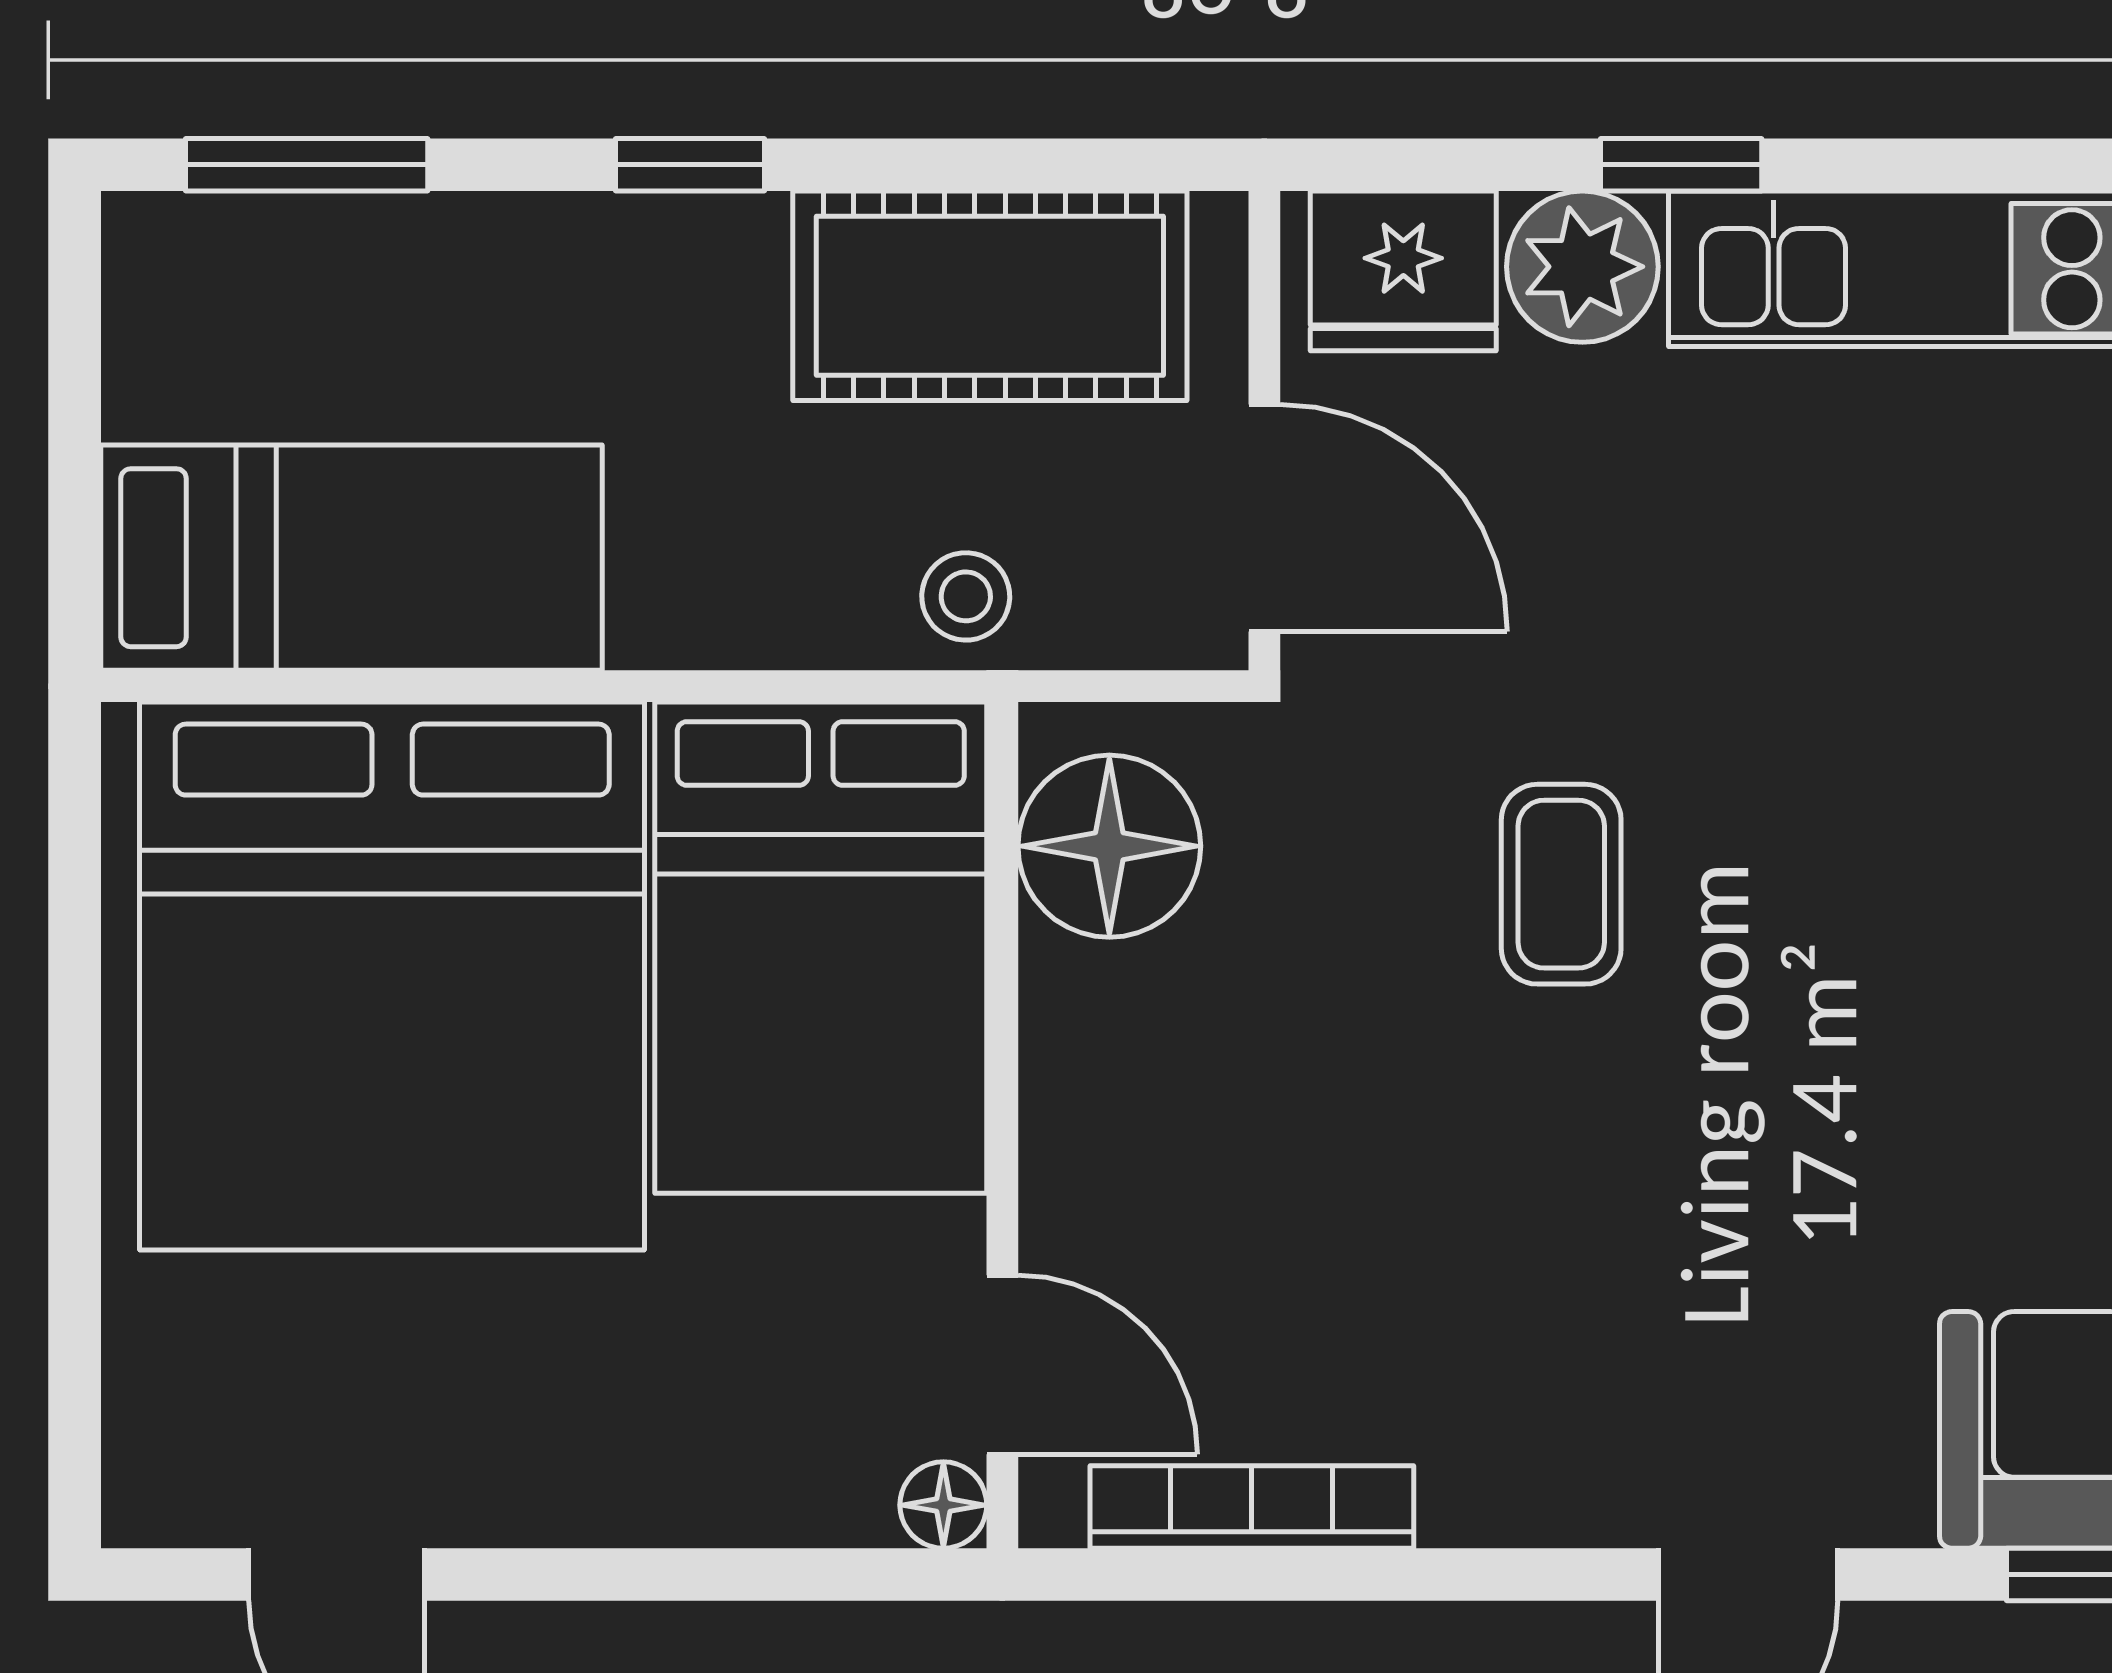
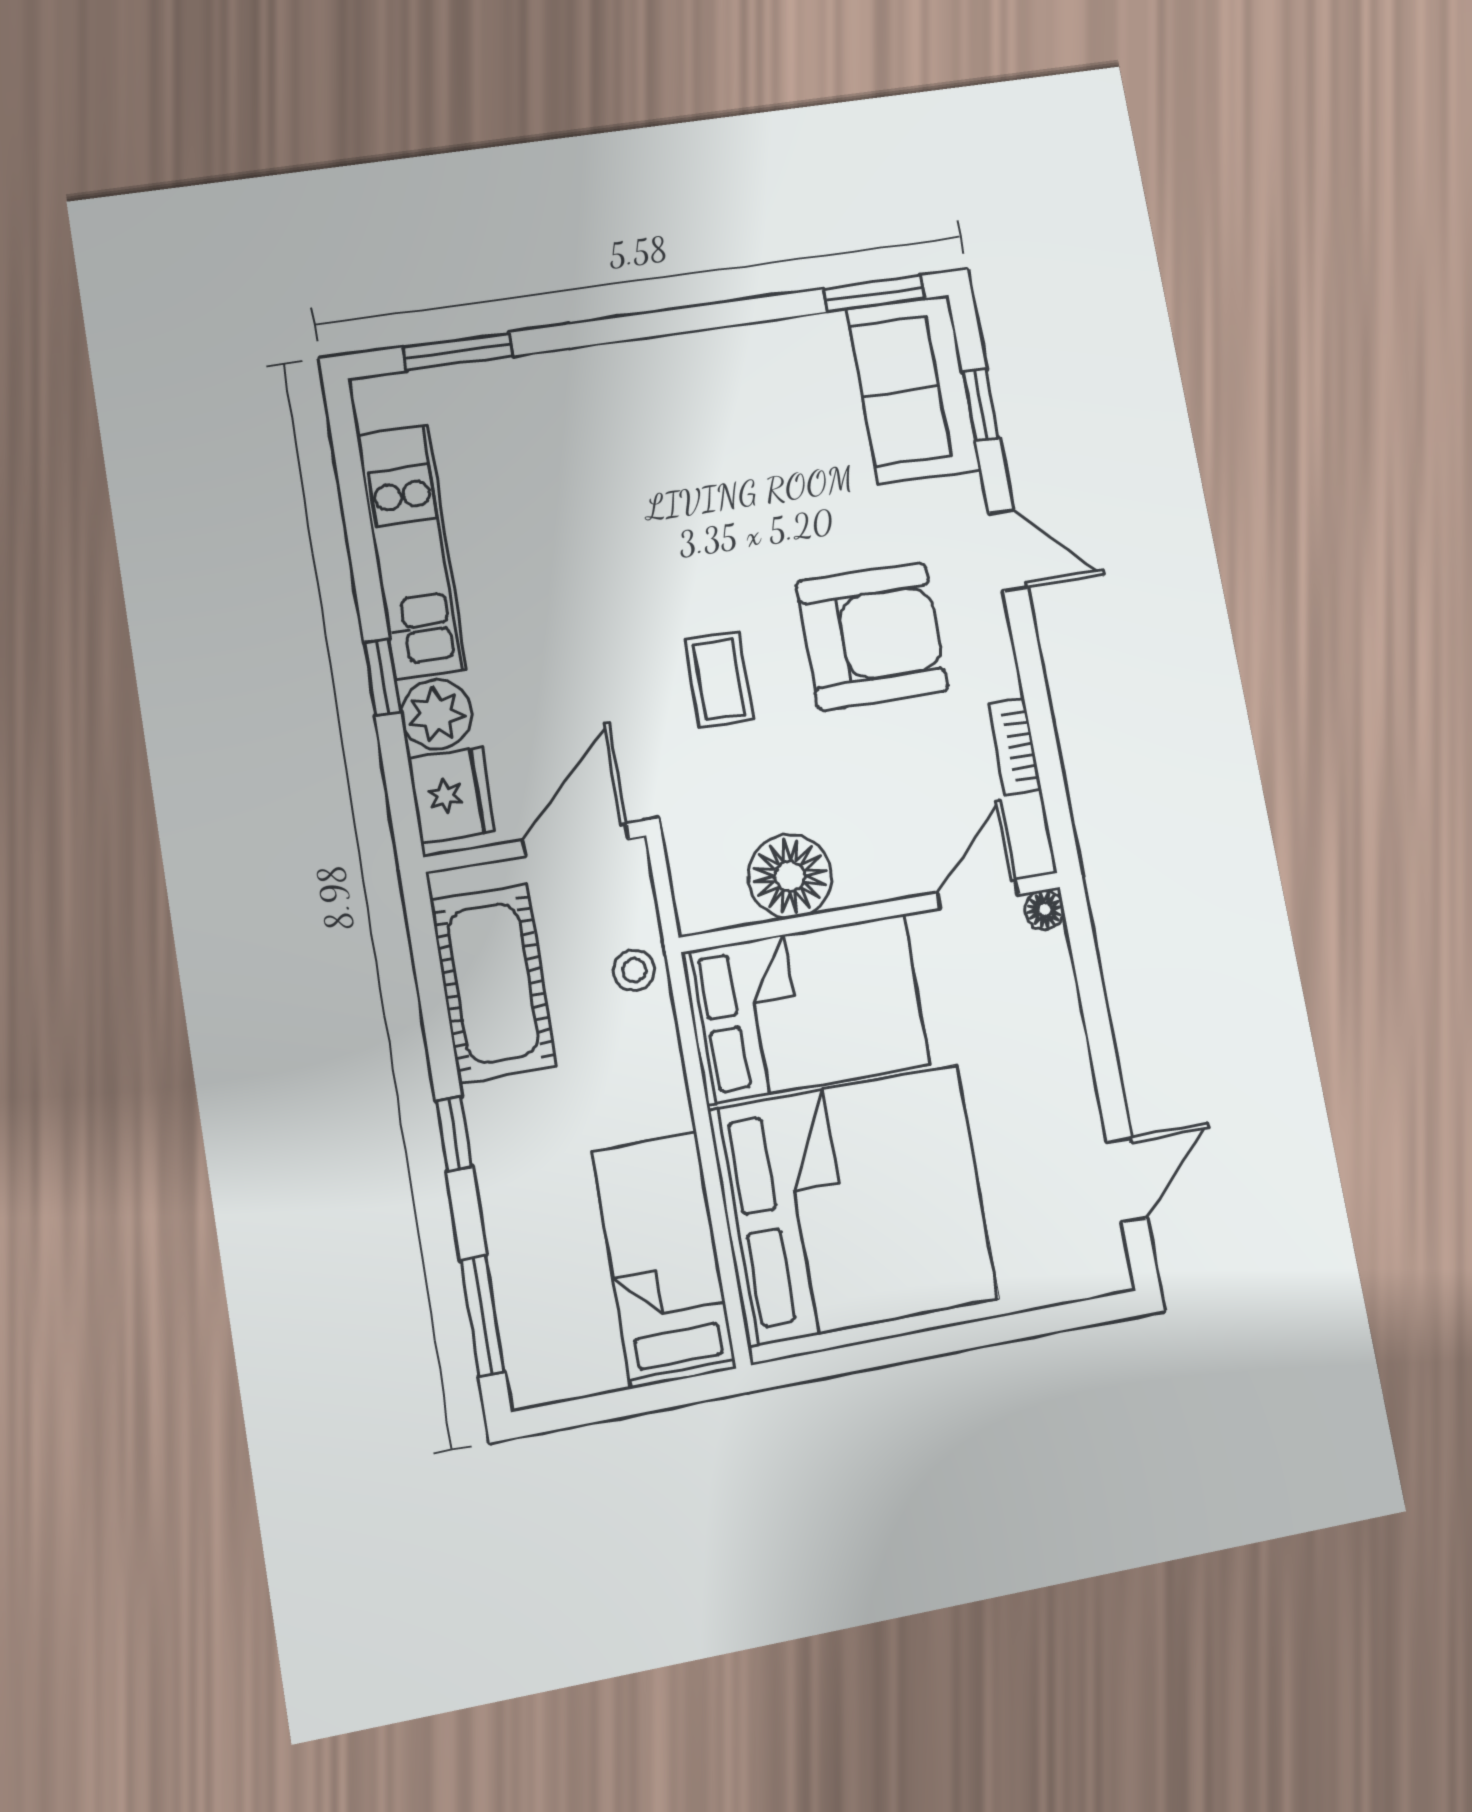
floor lamp: (1109, 846) -> (790, 876), moved
coffee table: (1561, 884) -> (719, 679), turned 90
armchair: (1604, 1236) -> (872, 636), added
bookcase: (1252, 1507) -> (1015, 746), width x0.64

